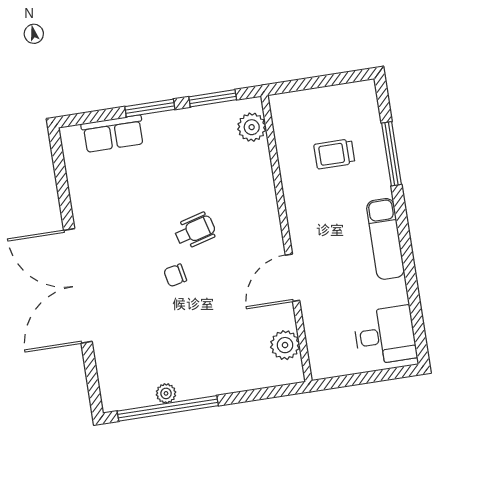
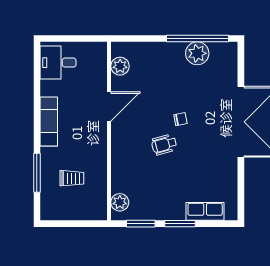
plant: (166, 393) -> (197, 53), width x1.88, depth x1.88

